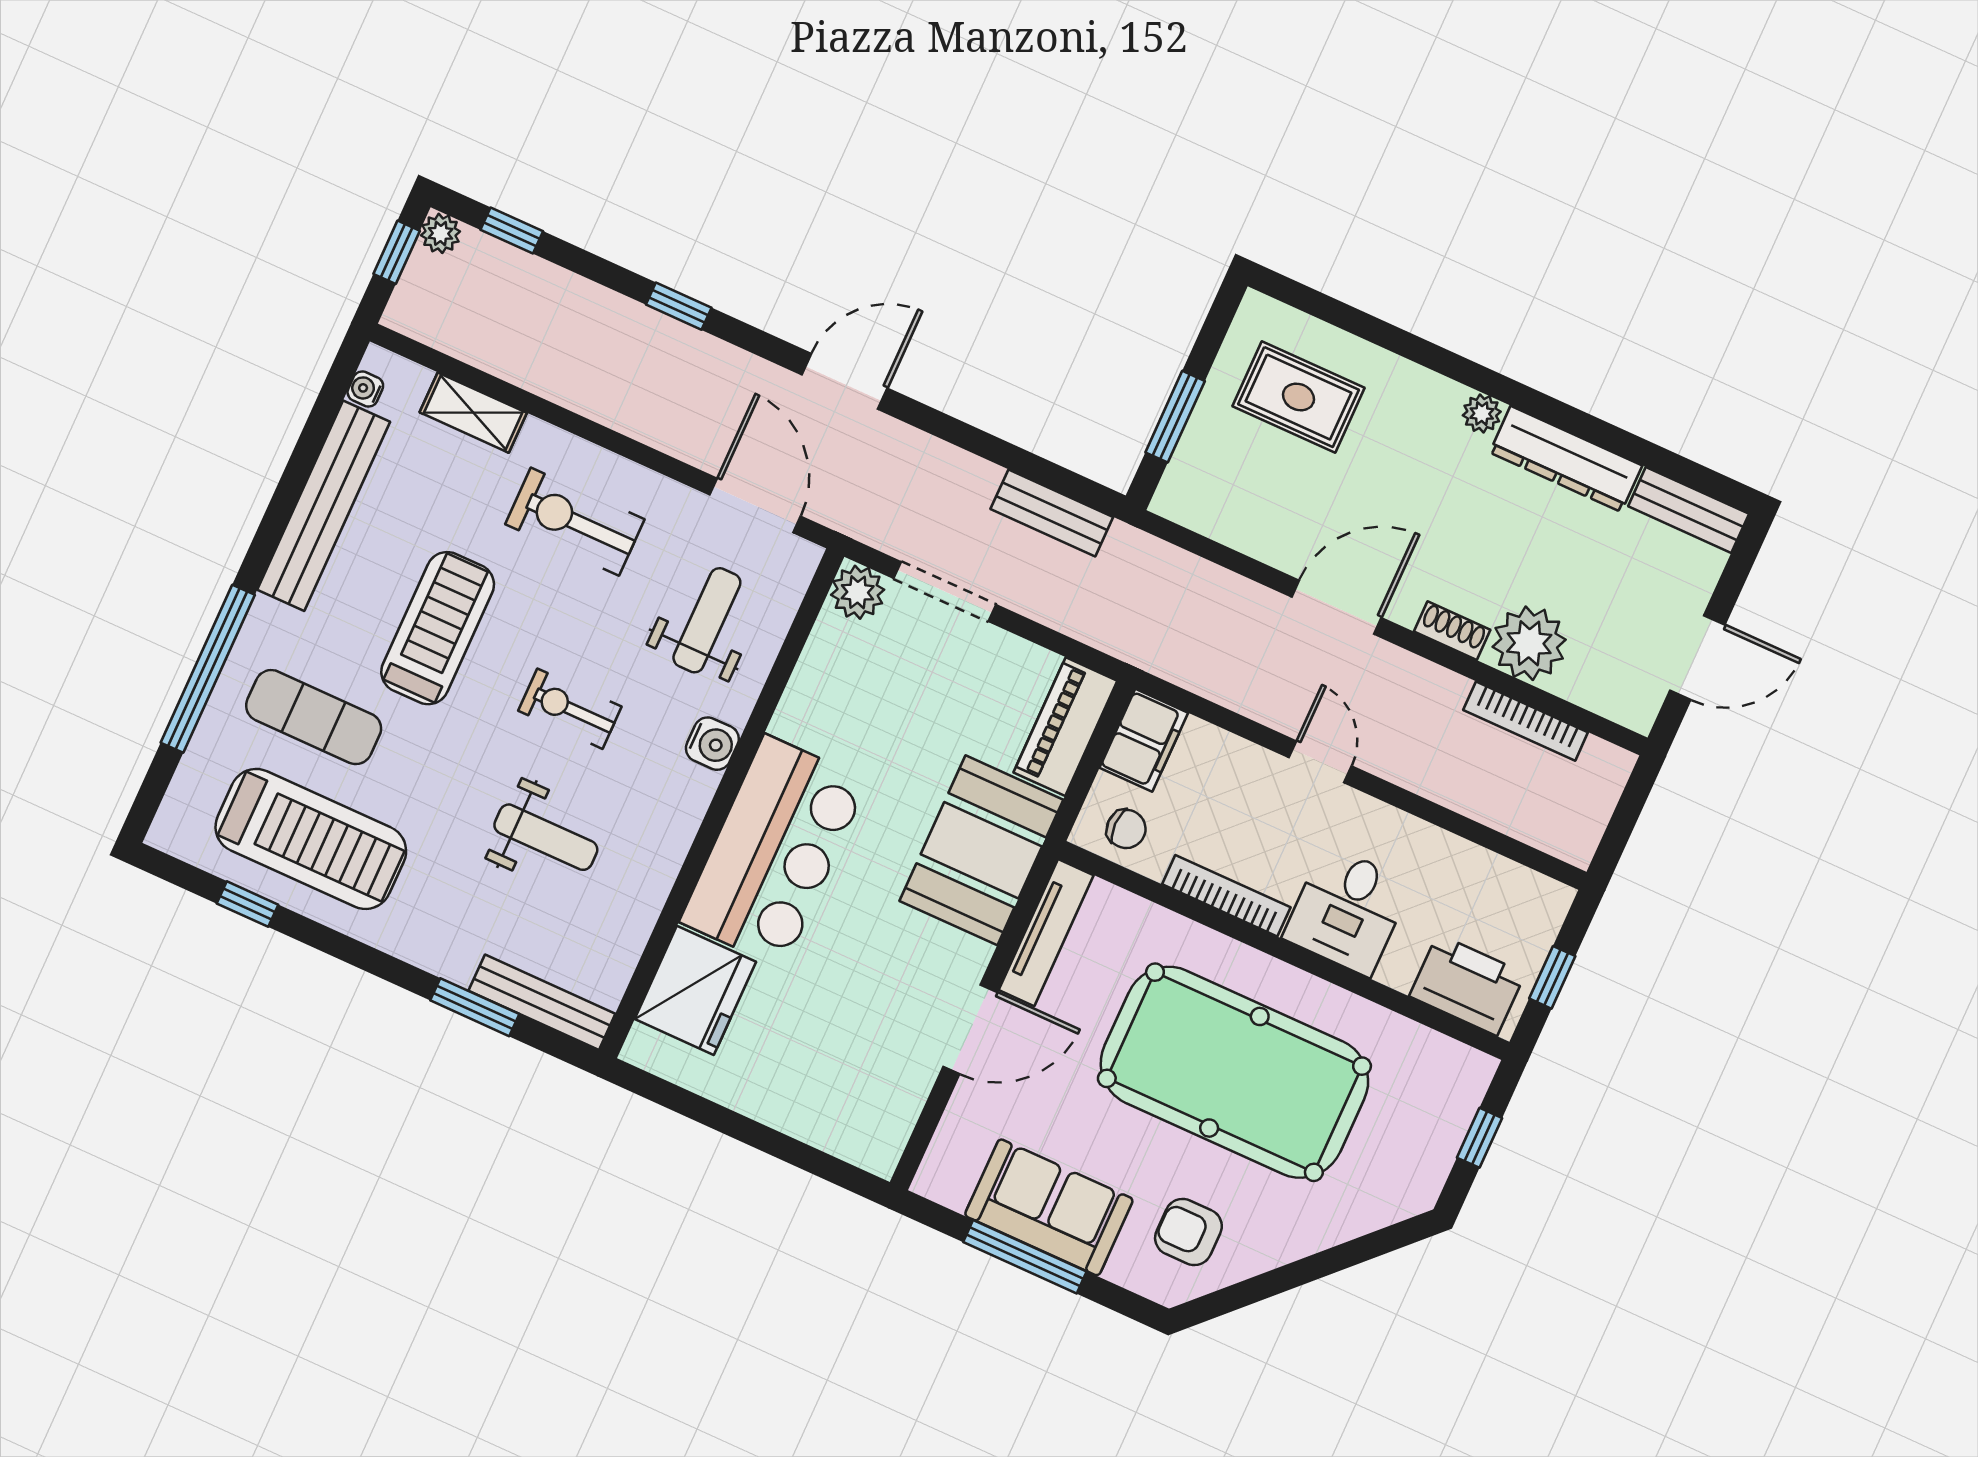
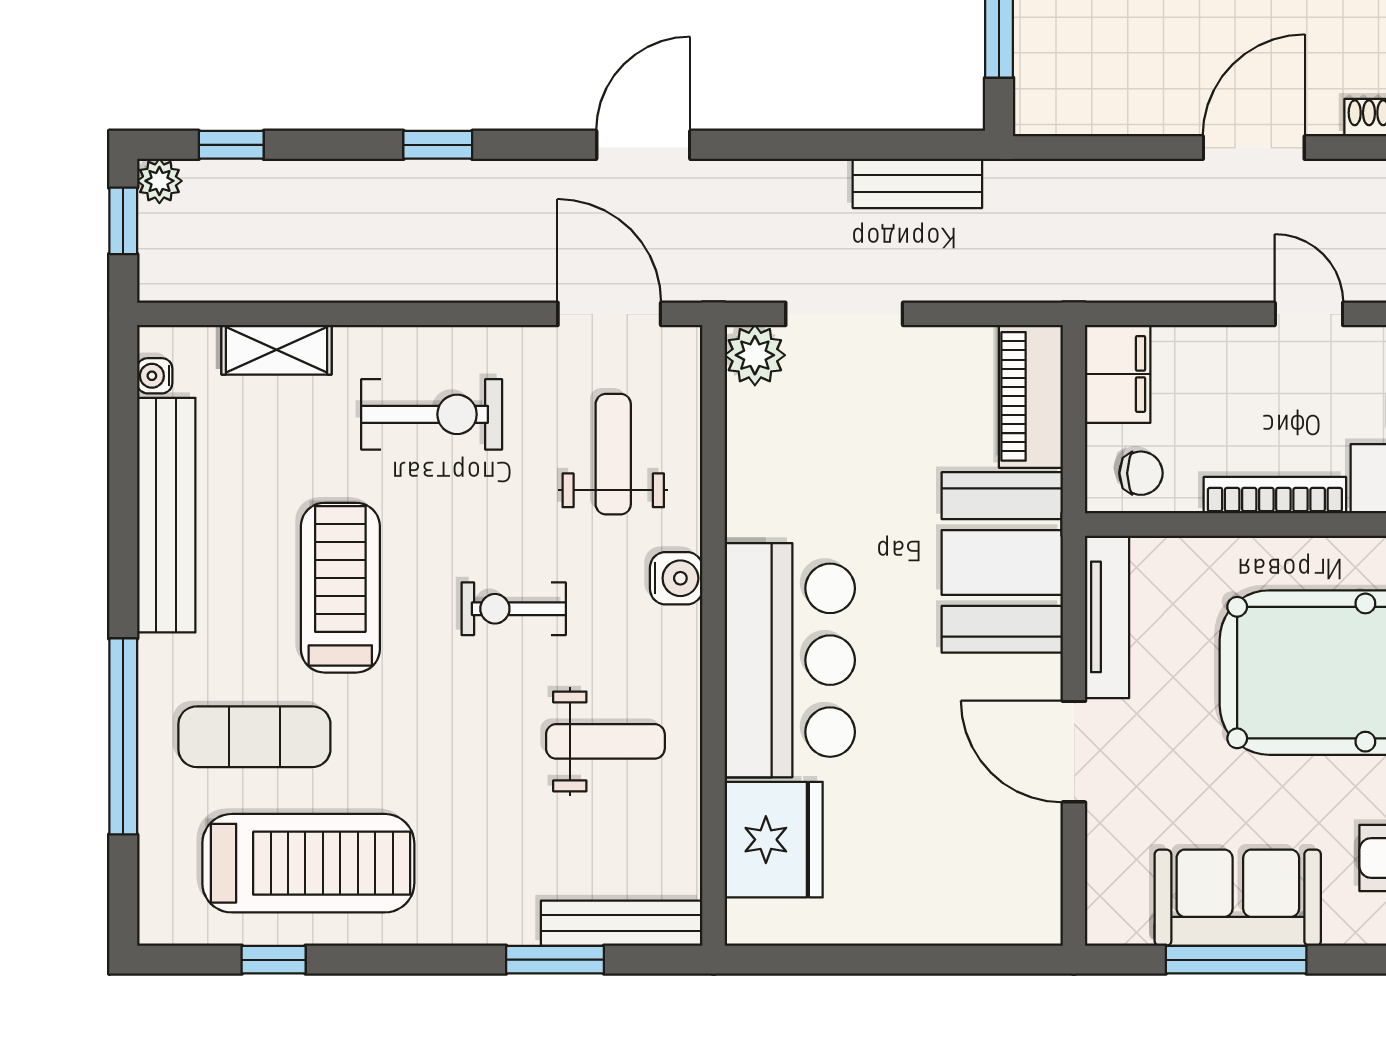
exercise bike: (575, 522) -> (432, 414), turned 180
weight bench: (546, 837) -> (605, 741), moved
door: (970, 1029) -> (1074, 752), swing flipped

